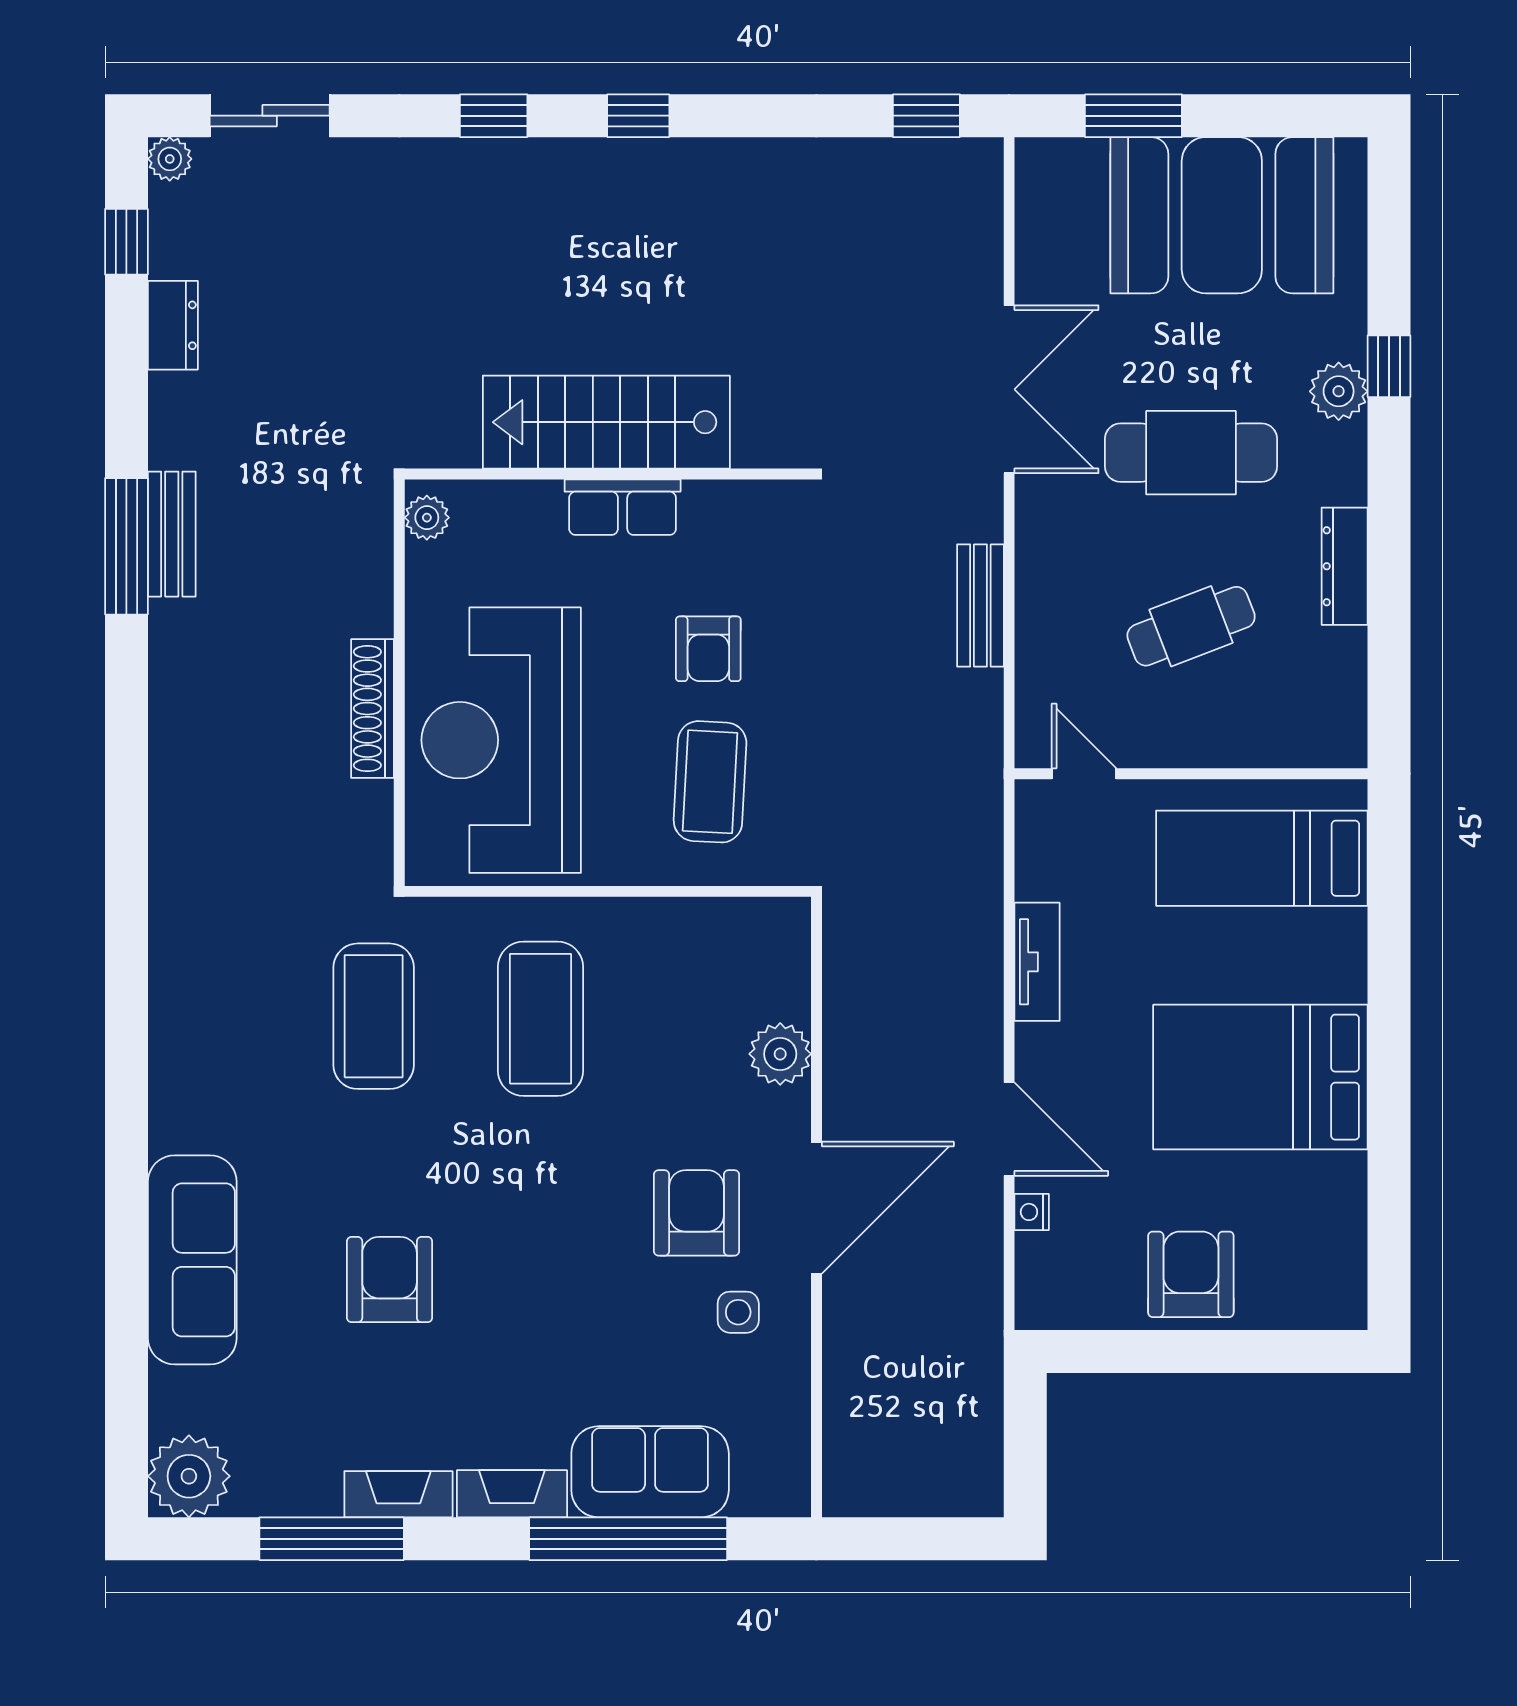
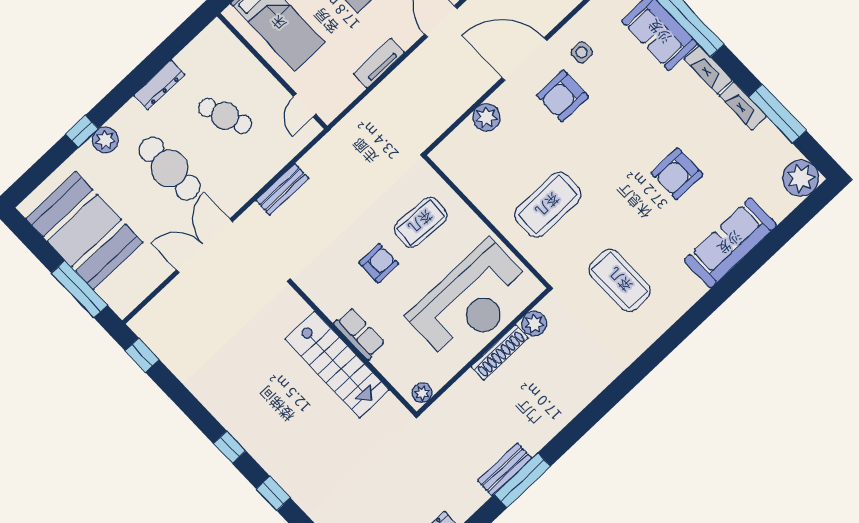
window: (1133, 116) -> (79, 289), width x1.44
plant: (366, 810) -> (534, 324), added
coffee table: (374, 1016) -> (620, 280), moved, turned 90

